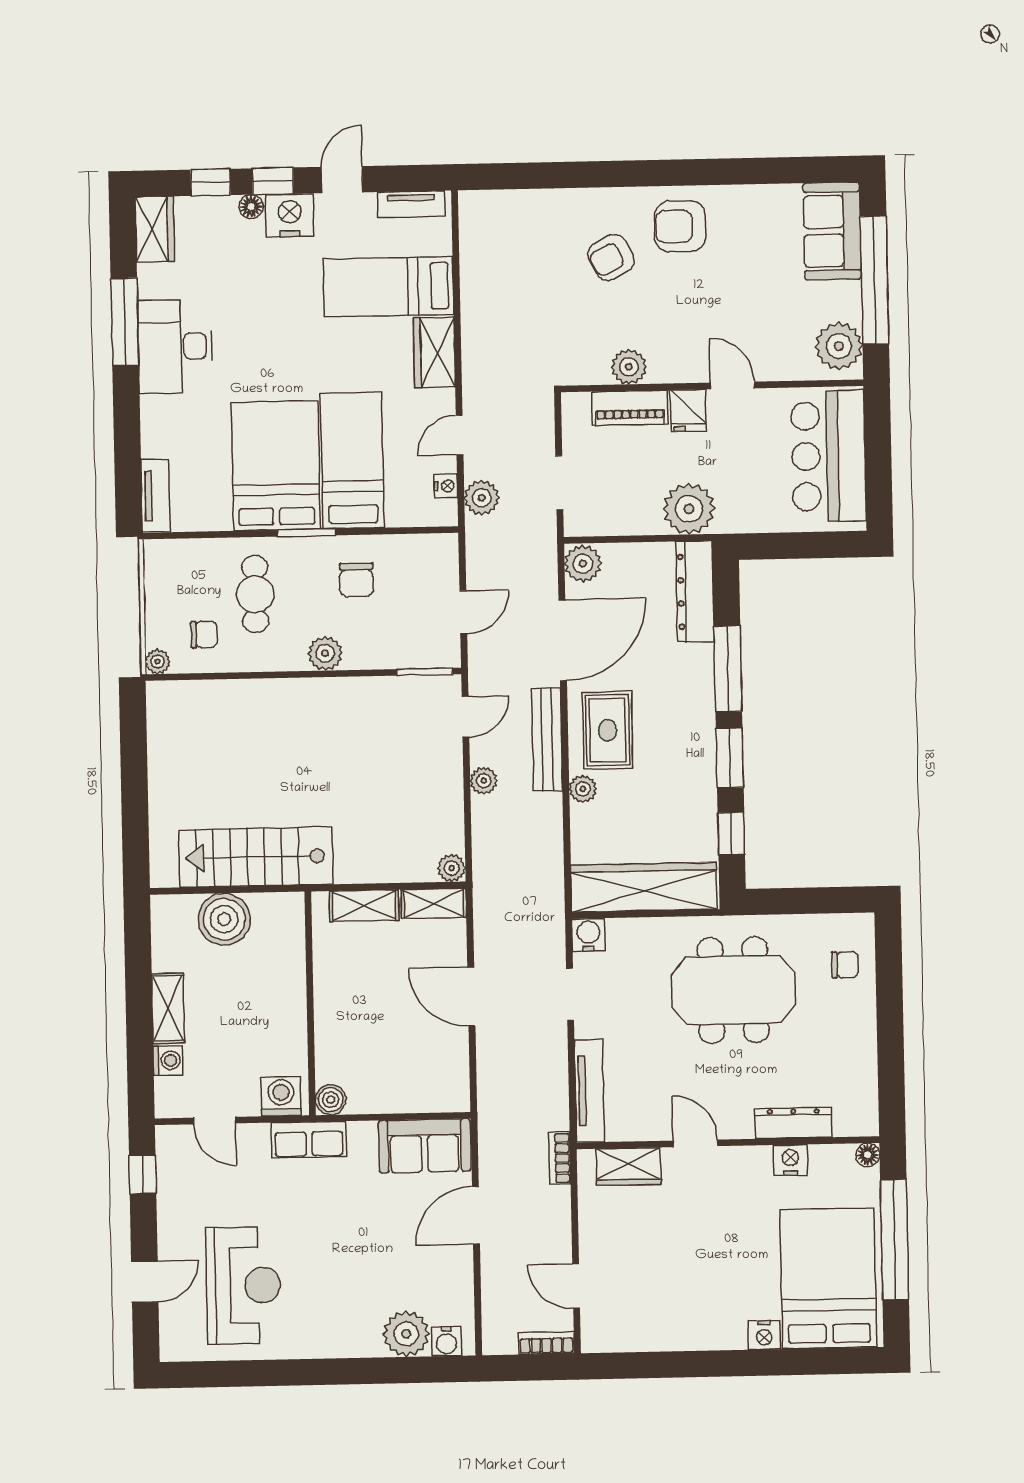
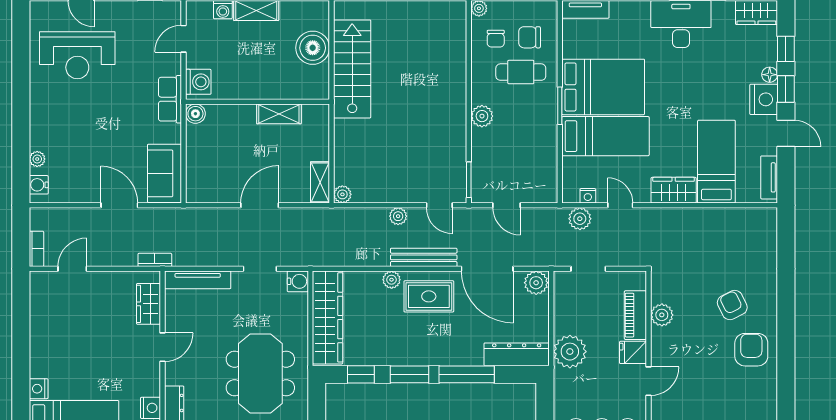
chair: (356, 580) -> (530, 37), moved
shelving: (364, 906) -> (279, 114), moved, turned 90
plant: (406, 1334) -> (37, 159), width x0.53, depth x0.53

